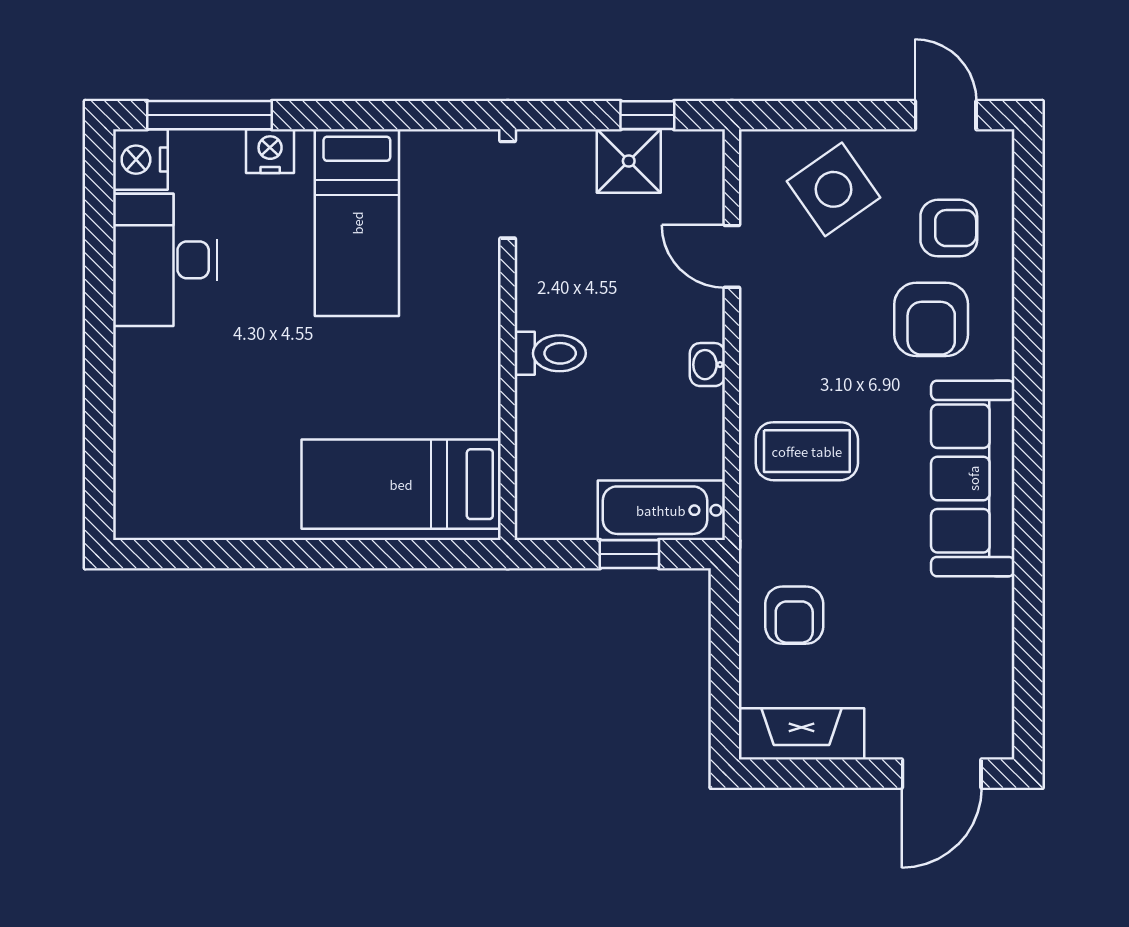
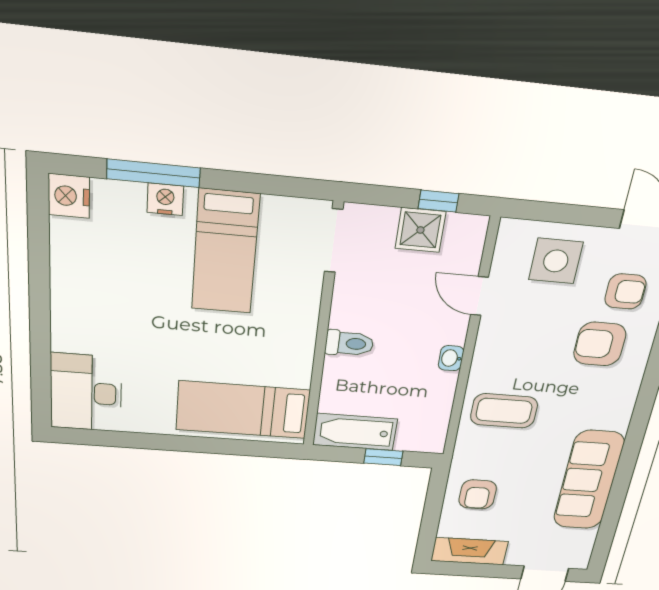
window: (209, 115) -> (153, 173), moved
side table: (834, 189) -> (556, 261), turned 35
desk: (165, 260) -> (86, 393), moved
armchair: (931, 319) -> (600, 344), turned 90
sofa: (973, 478) -> (589, 480), moved
bathtub: (661, 510) -> (355, 432), moved

